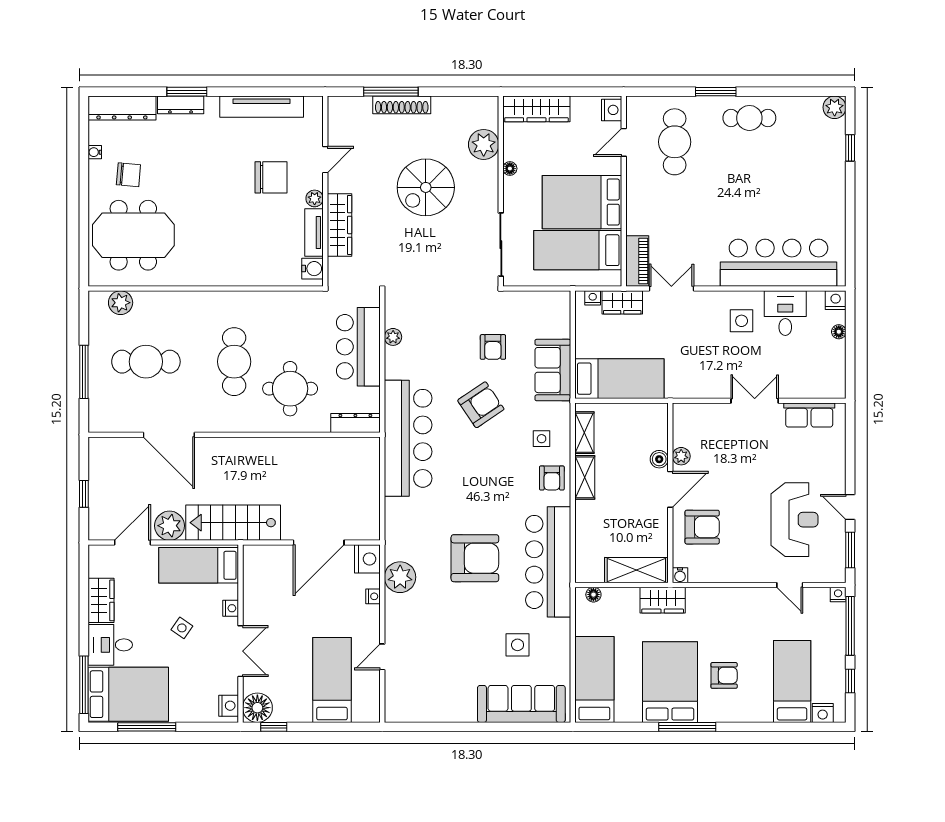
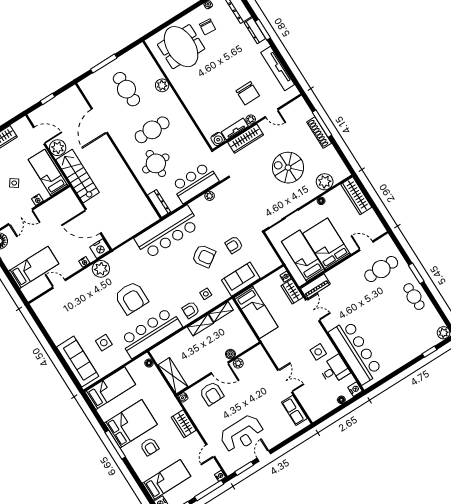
nightstand: (612, 110) -> (378, 231), removed
plant: (121, 303) -> (162, 85), moved
wardrobe: (663, 600) -> (184, 424), moved

